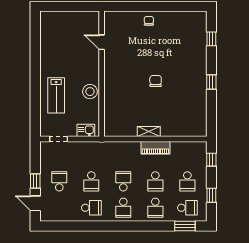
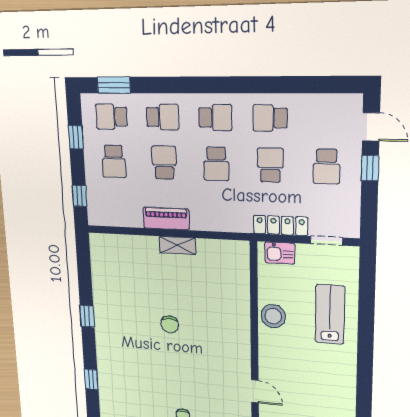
locker: (85, 147) -> (280, 225), added
school desk: (187, 181) -> (114, 161), turned 180
school desk: (123, 208) -> (215, 118), turned 90
school desk: (155, 208) -> (162, 117), turned 90

